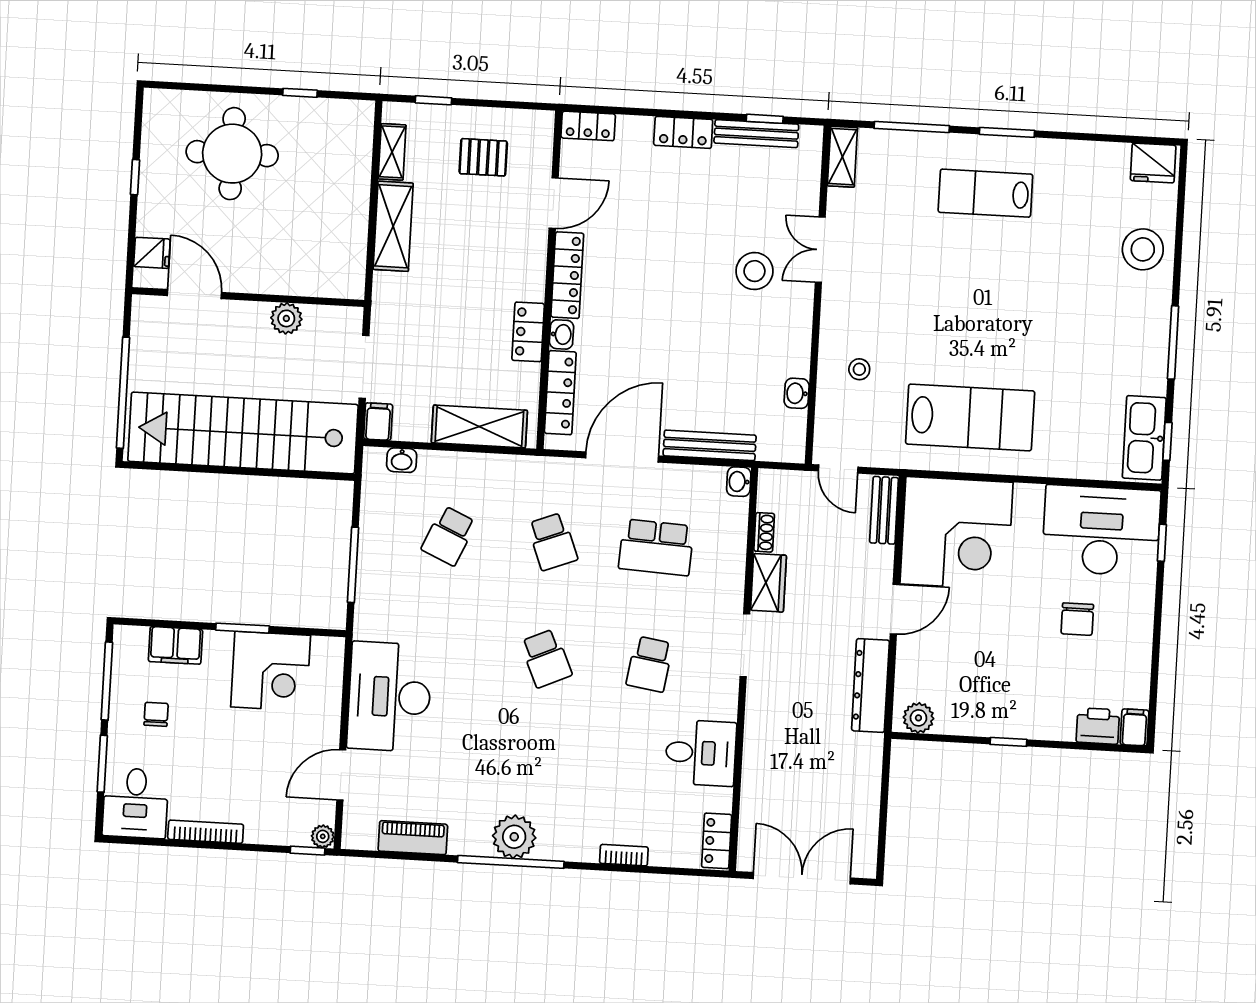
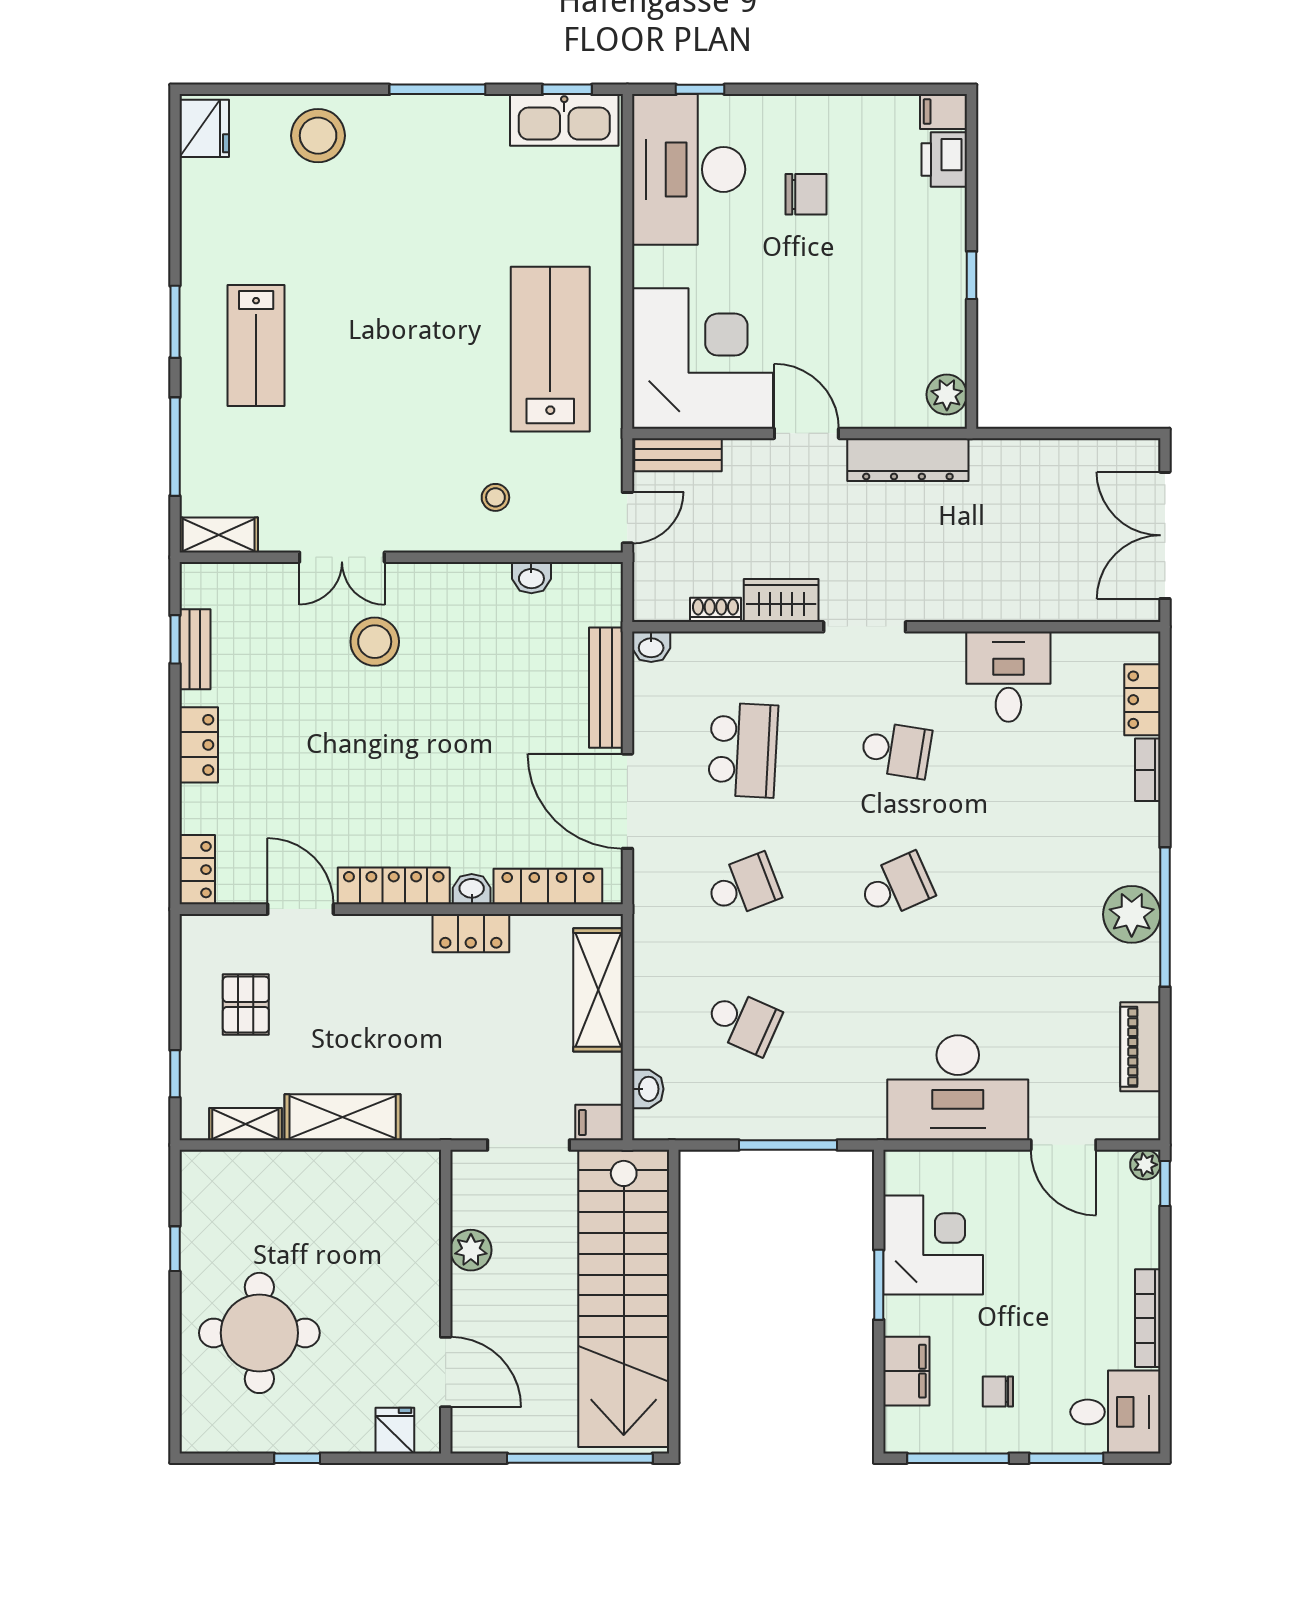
bench: (756, 134) -> (195, 649), width x0.73
door: (194, 294) -> (446, 1372), swing flipped
locker: (717, 841) -> (1142, 700), moved, turned 90

